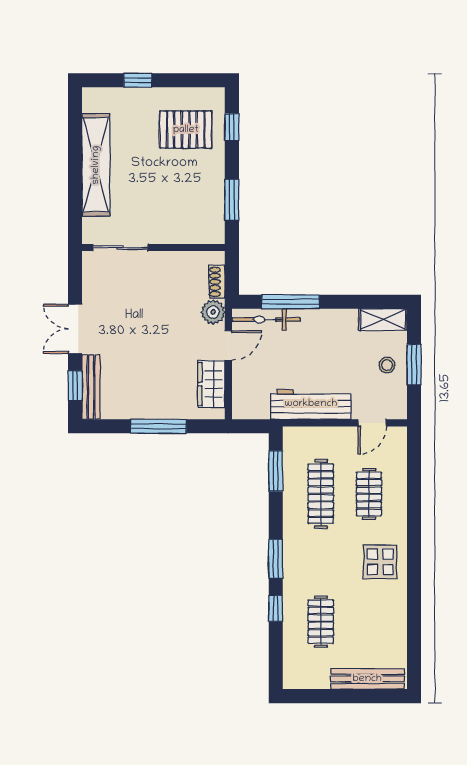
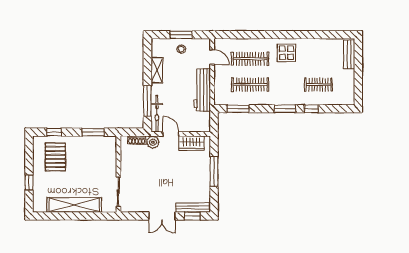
shelving: (383, 320) -> (157, 70), moved
clothes rail: (369, 494) -> (250, 59), width x1.36
bench: (367, 679) -> (349, 54), width x0.73

